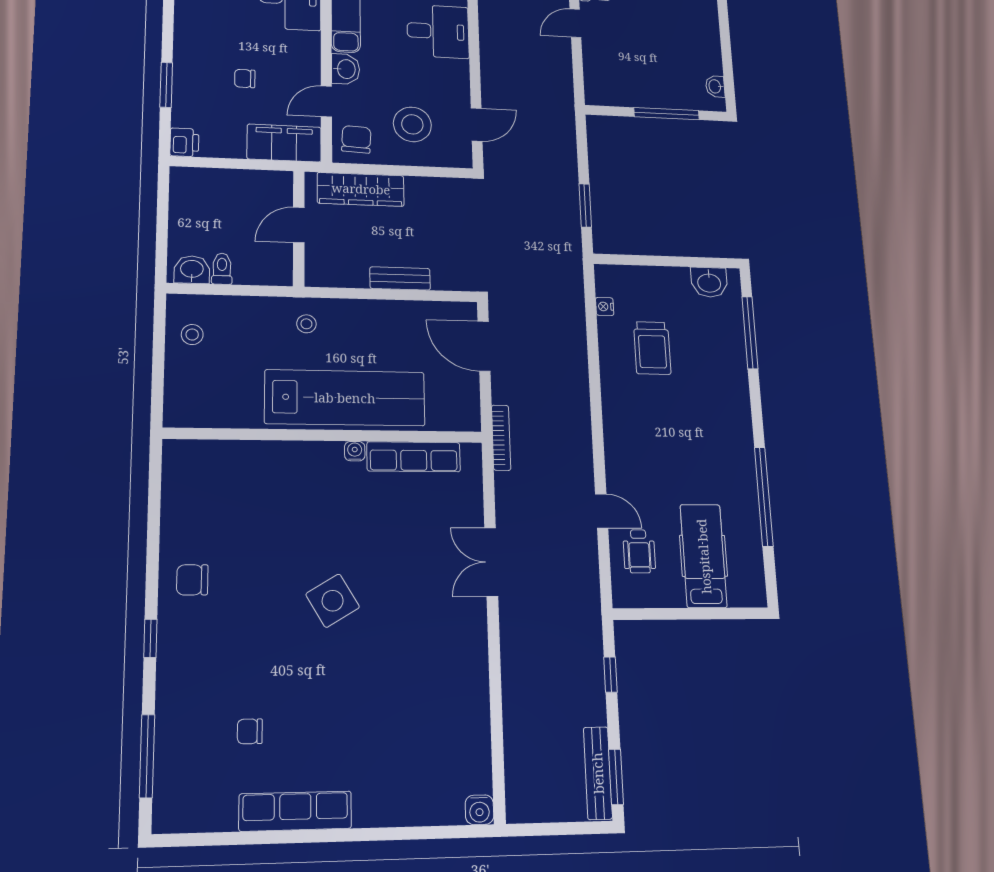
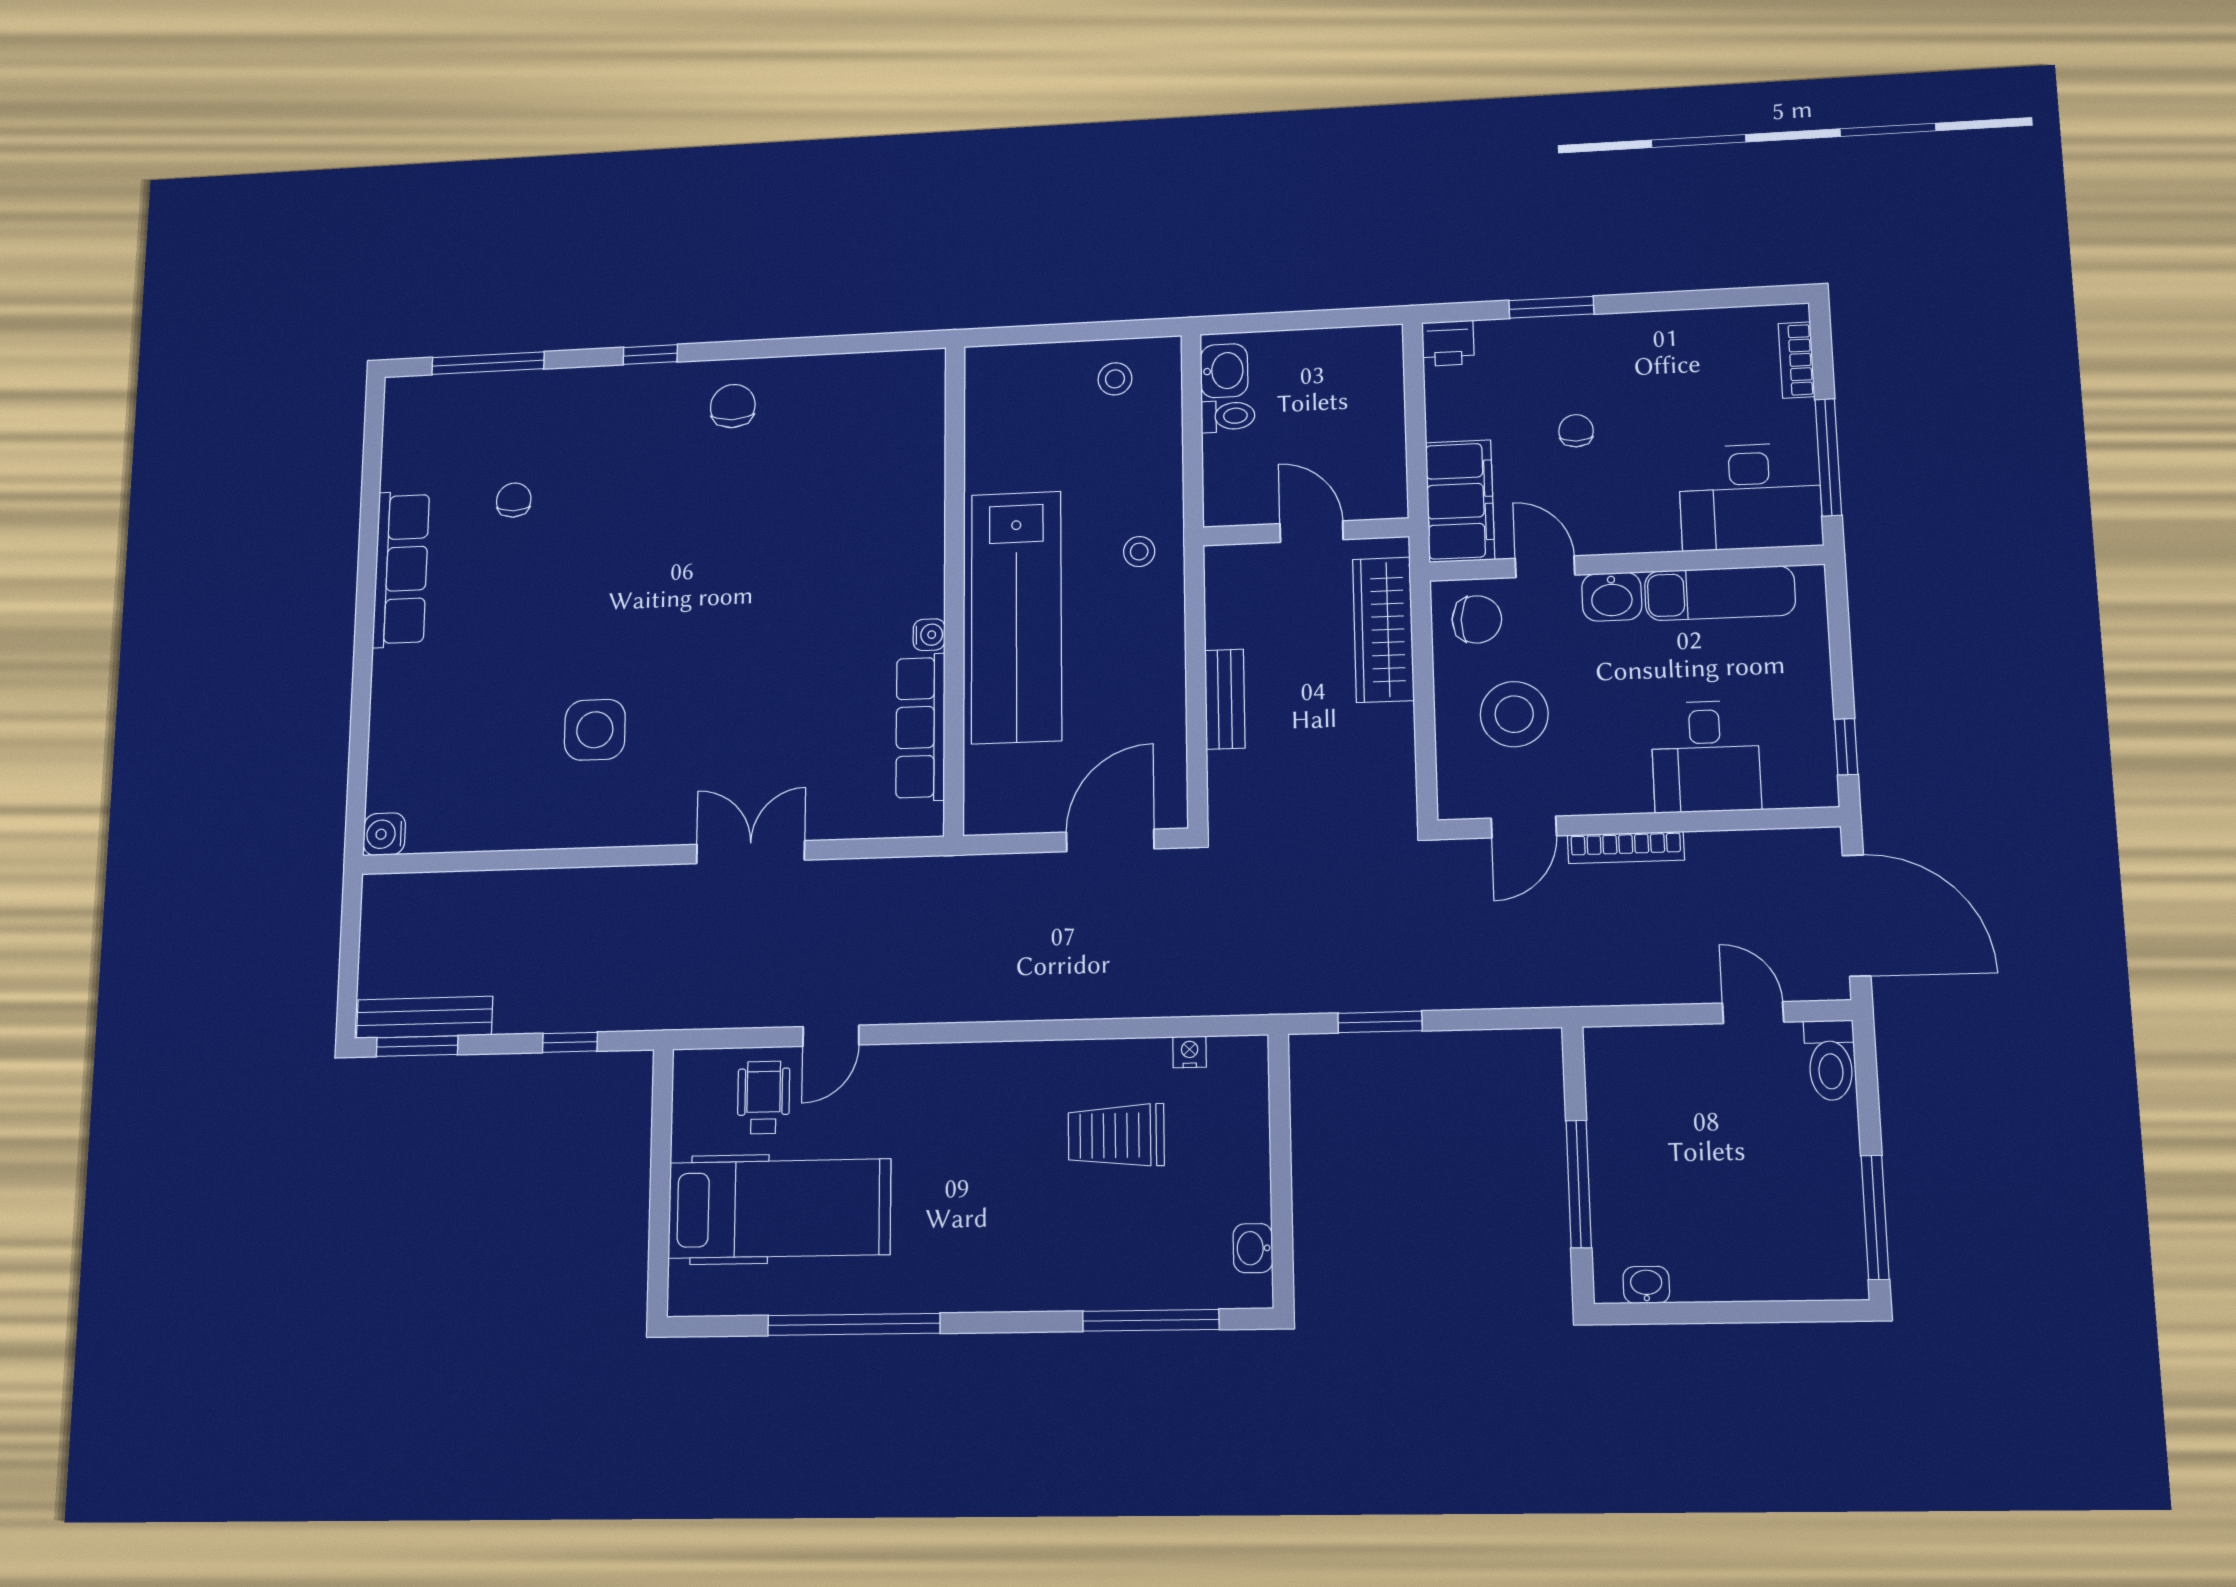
door: (477, 125) -> (1524, 827), hinge flipped
washbasin: (709, 282) -> (1253, 1248), width x0.72, depth x0.69
bookcase: (501, 438) -> (1626, 847), moved
wheelchair: (639, 551) -> (764, 1097), turned 90
hospital bed: (704, 556) -> (779, 1209), width x1.37, depth x1.29
side table: (333, 601) -> (595, 730), moved, turned 31

